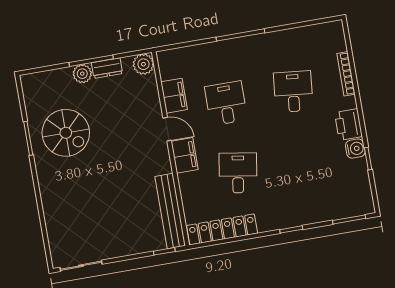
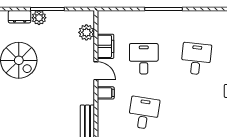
plant: (143, 64) -> (86, 32), moved
dresser: (107, 68) -> (20, 17), moved
filing cabinet: (185, 155) -> (106, 93), width x0.50

